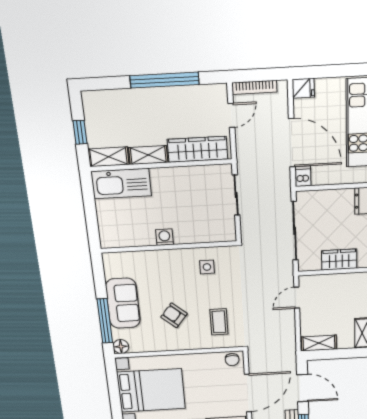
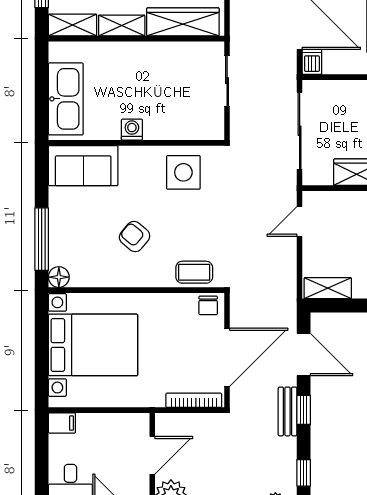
kitchen sink: (121, 184) -> (66, 99), moved, turned -90
side table: (207, 267) -> (183, 172), width x1.87, depth x1.87
sofa: (123, 303) -> (83, 166), moved, turned 90
coffee table: (219, 322) -> (194, 272), moved, turned 90

